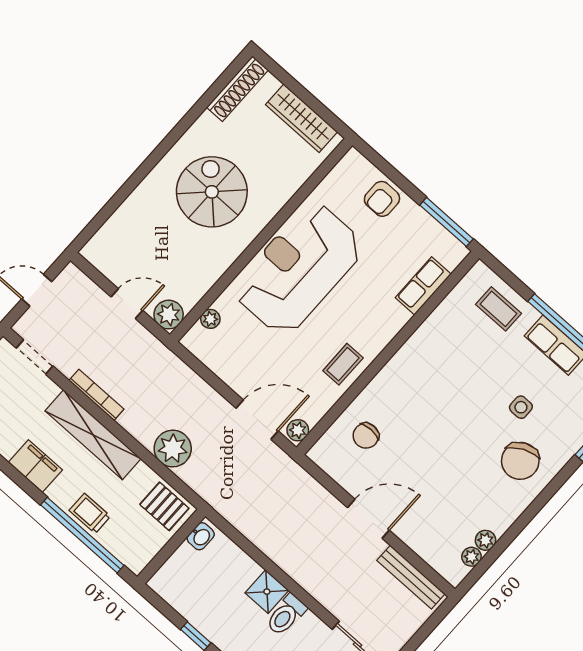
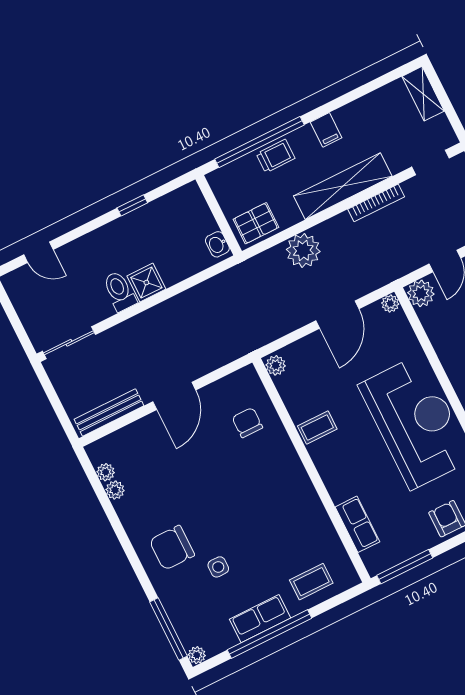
plant: (210, 319) -> (390, 304), moved
coffee table: (343, 364) -> (317, 427), turned 90
door: (257, 420) -> (337, 315), moved
chair: (520, 461) -> (172, 548), turned -65
filing cabinet: (35, 466) -> (326, 130), width x0.50

